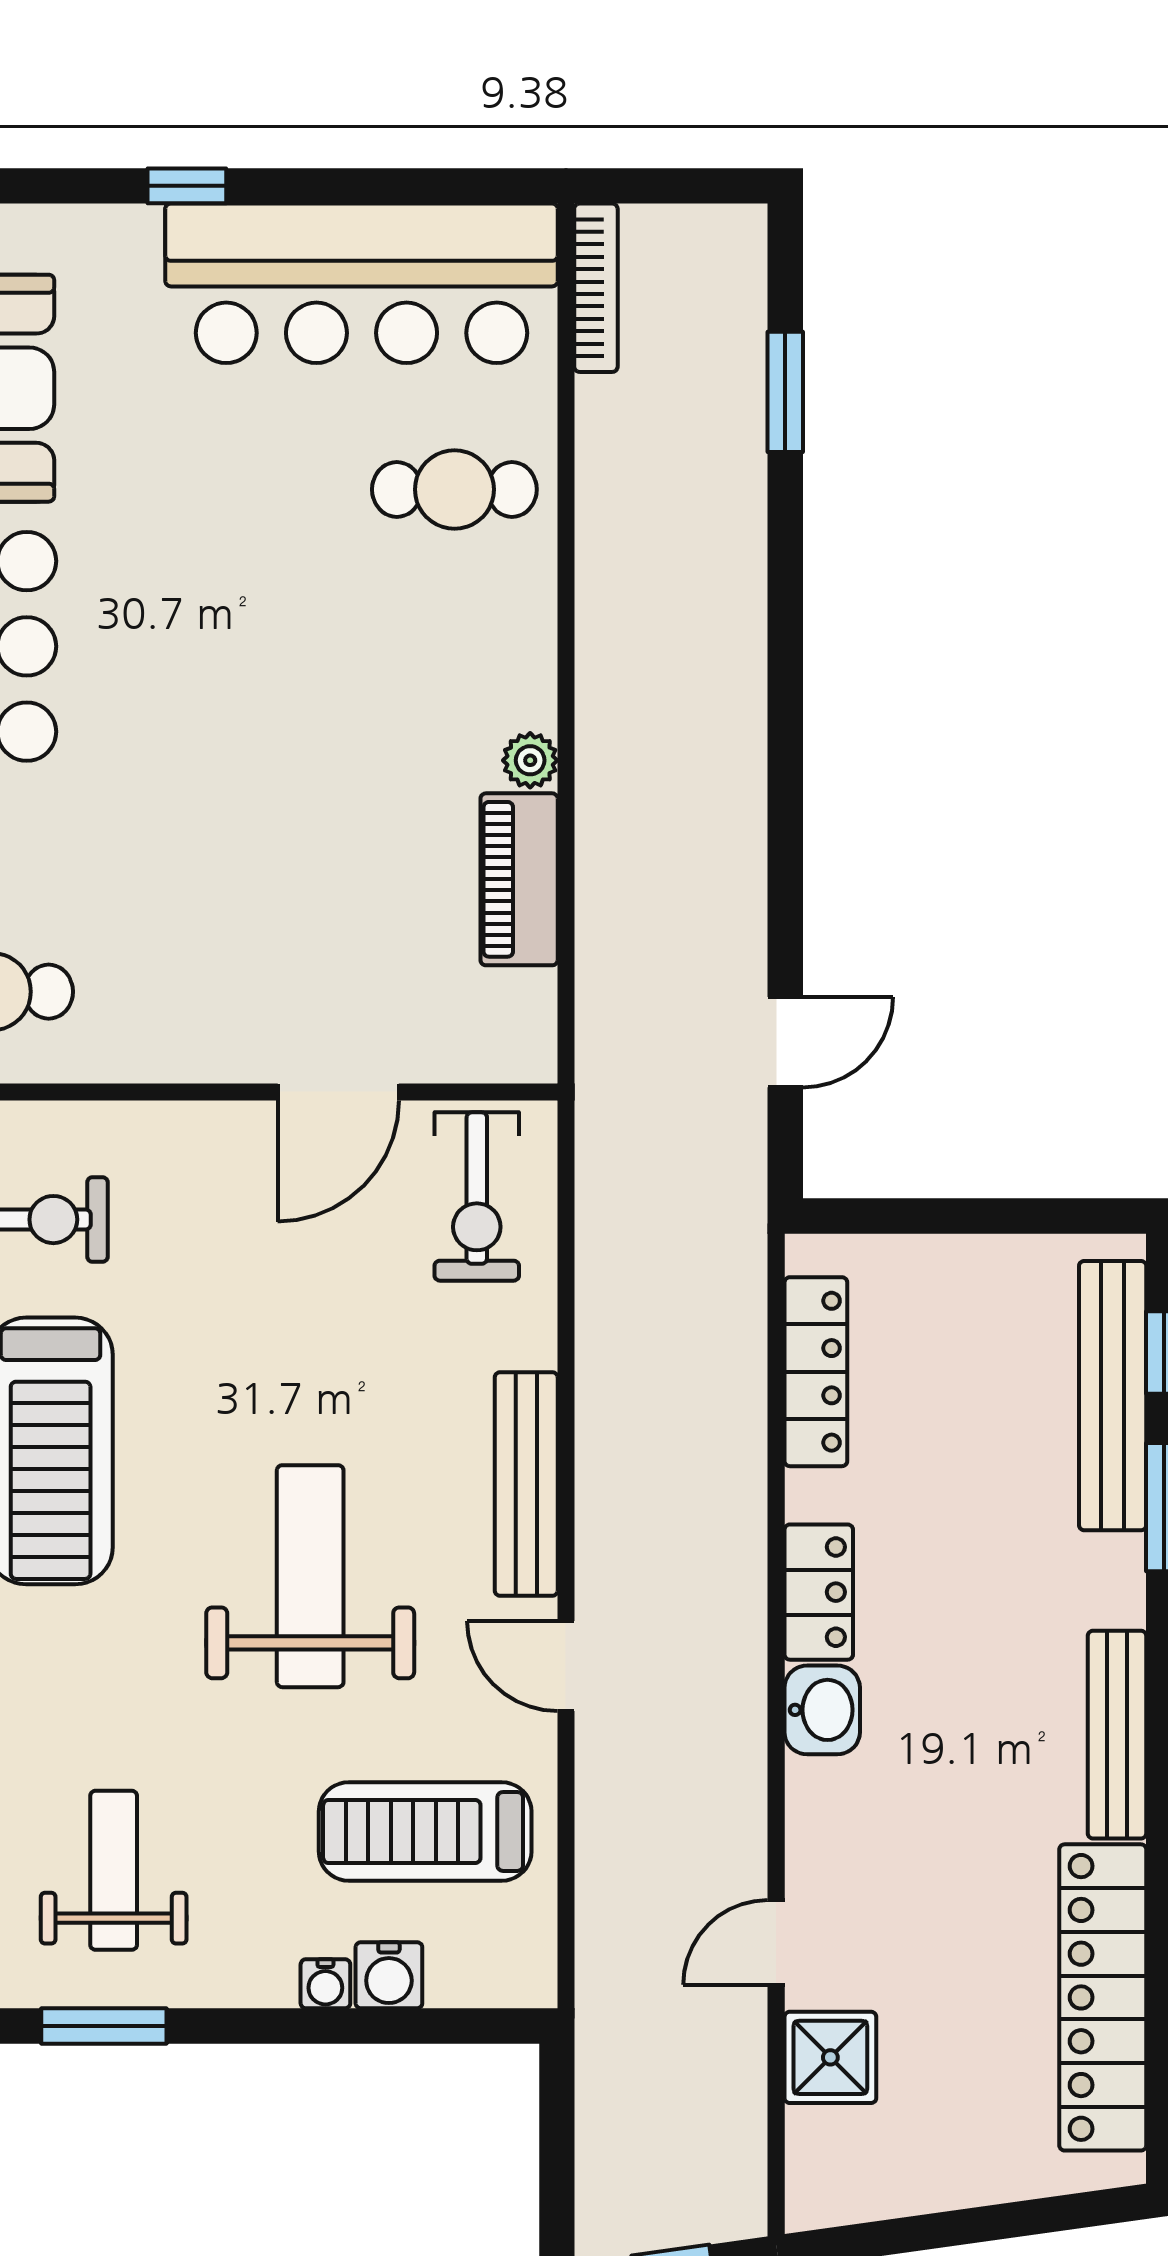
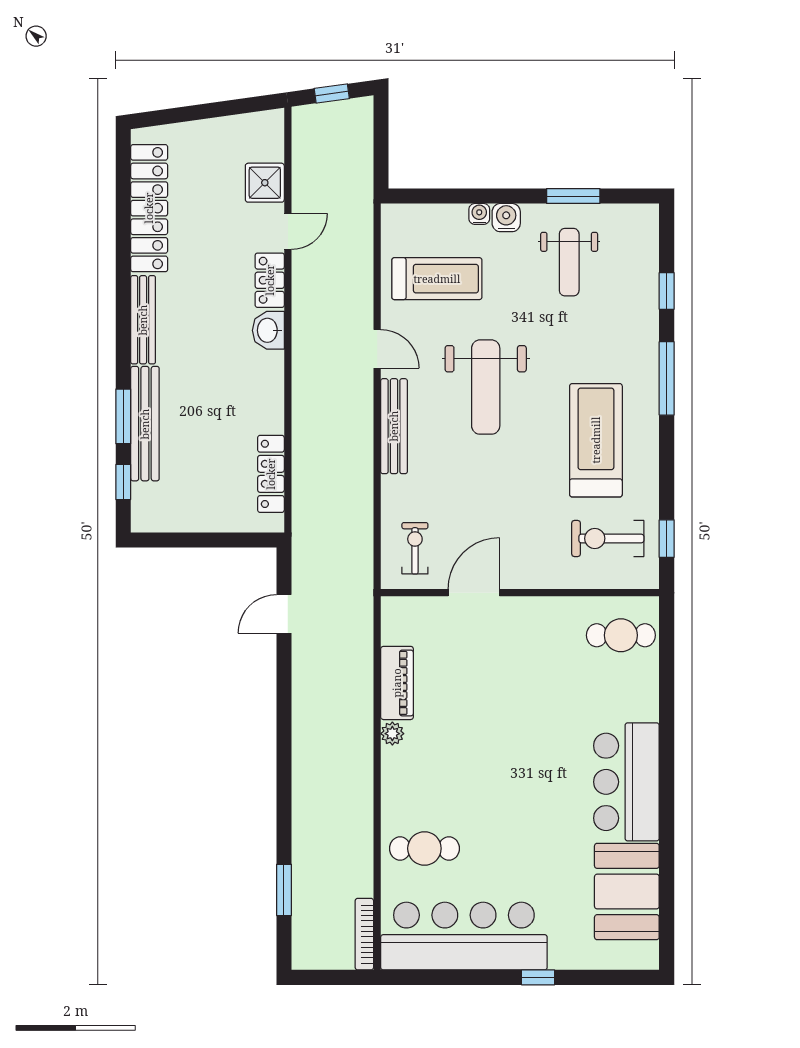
exercise bike: (477, 1196) -> (415, 548), width x0.73, depth x0.72
bench: (1113, 1396) -> (145, 424), moved
locker: (819, 1592) -> (270, 280), moved
water cooler: (389, 1975) -> (506, 218), moved

